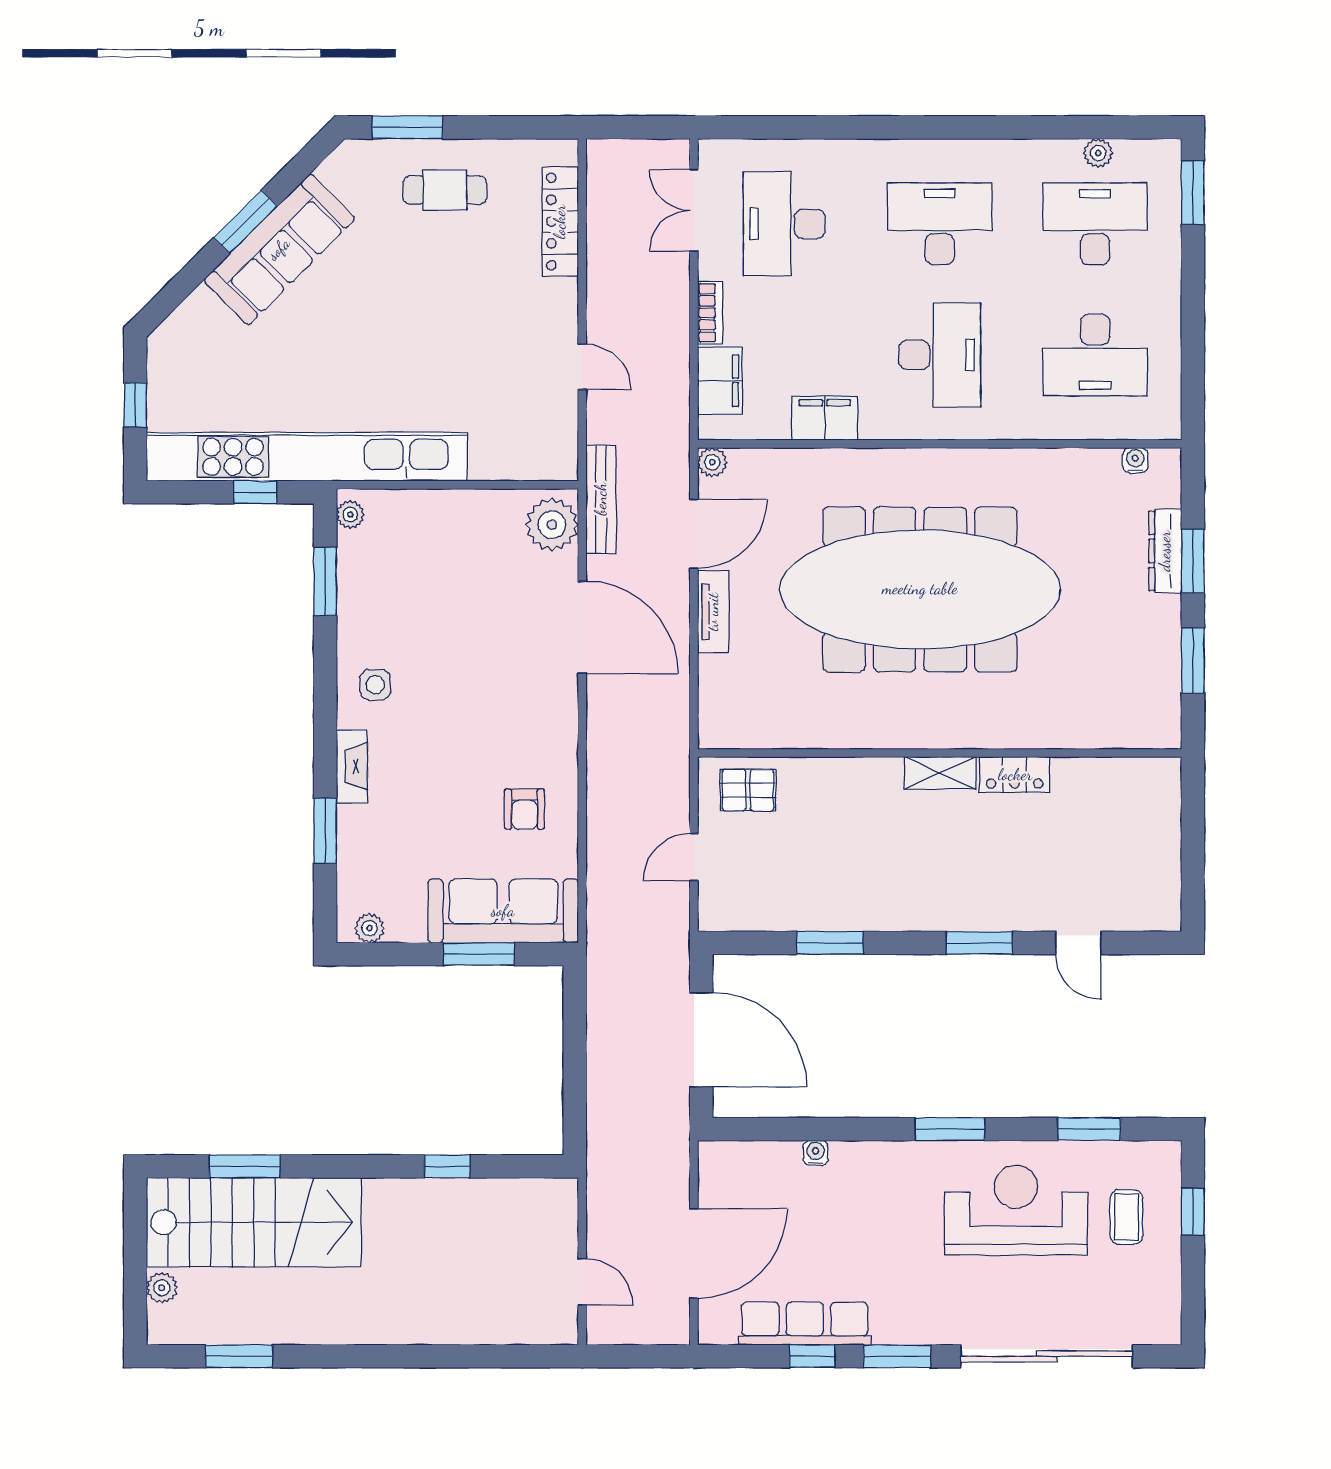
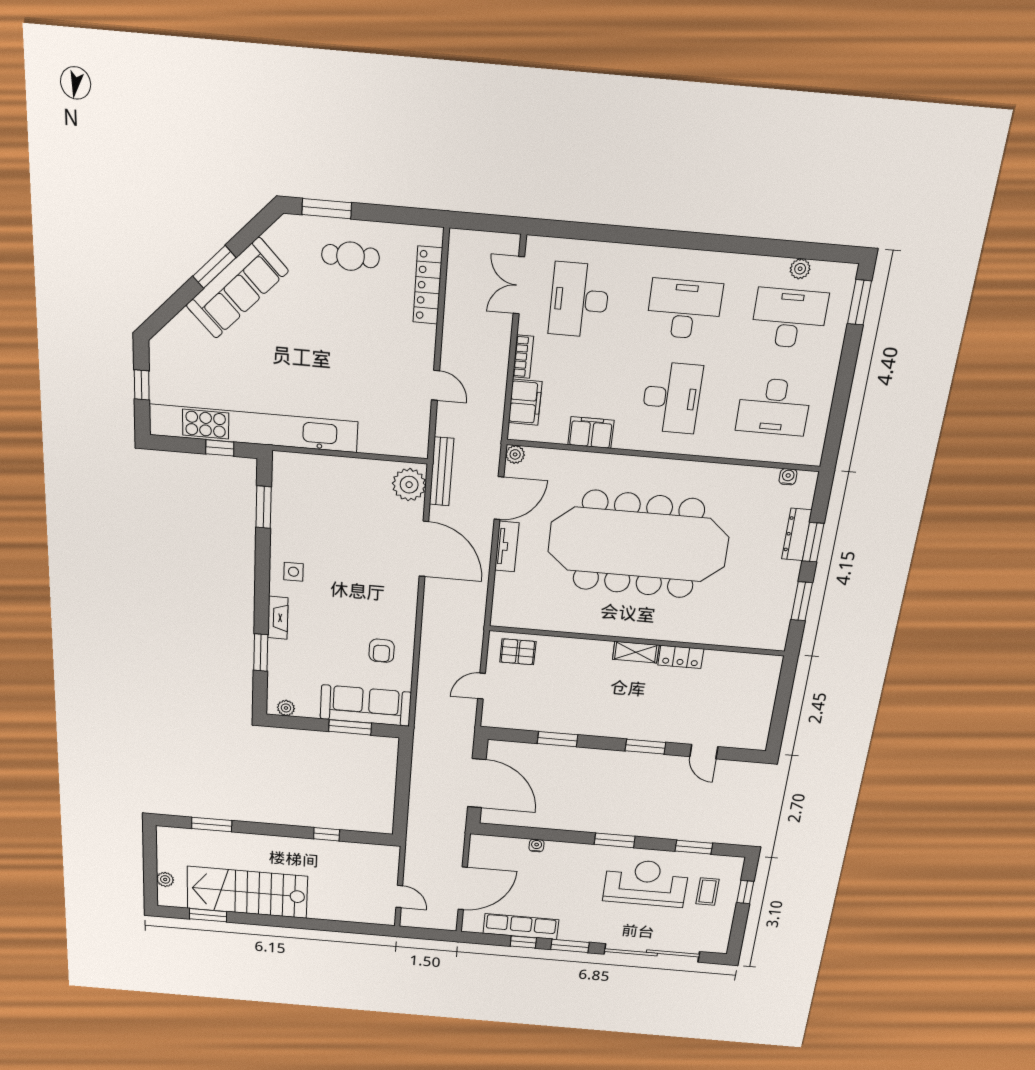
plant: (350, 515) -> (281, 467), removed
stairs: (254, 1222) -> (247, 892), moved, turned 180

